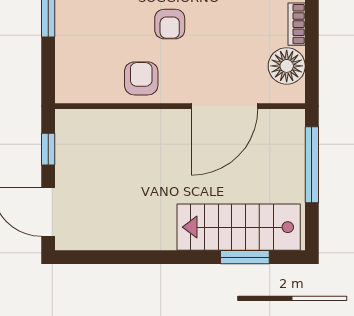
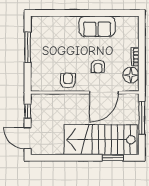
armchair: (170, 24) -> (98, 66), moved
stairs: (239, 227) -> (100, 140), width x1.36, depth x1.51

